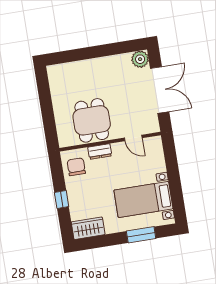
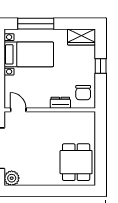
dining table: (92, 120) -> (76, 162), moved
door: (133, 138) -> (18, 110), moved
window: (141, 235) -> (36, 24), width x1.44

